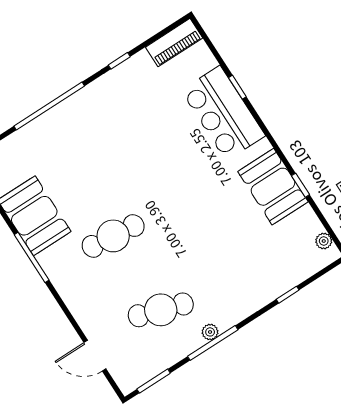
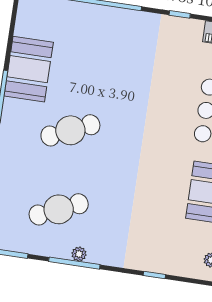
cafe table: (113, 236) -> (70, 130), turned -30
cafe table: (161, 310) -> (59, 209), turned -42

